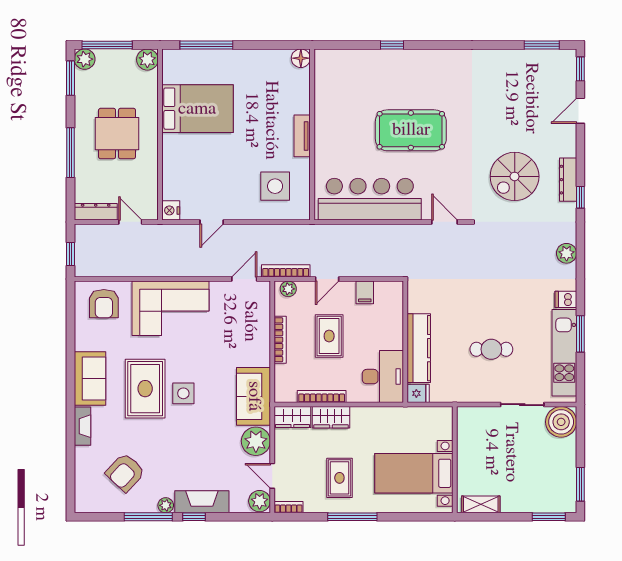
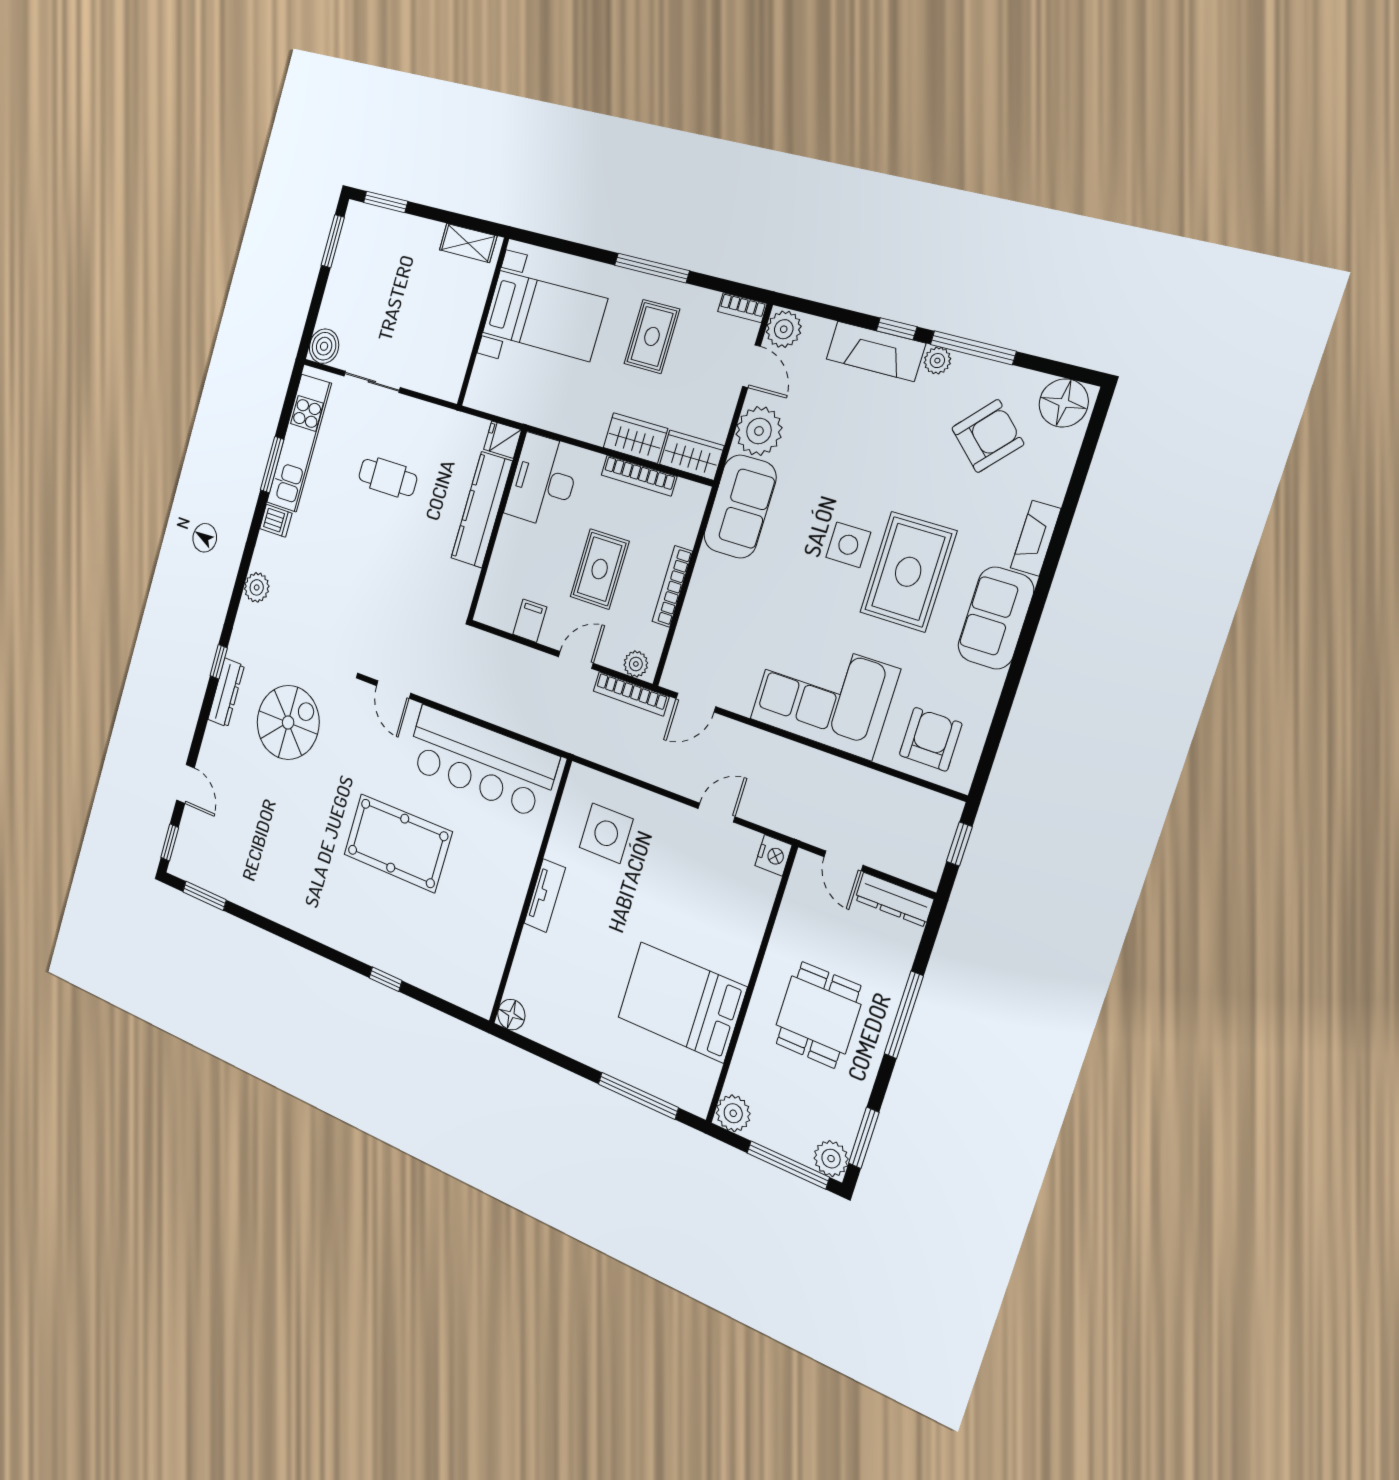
door: (580, 111) -> (186, 784), hinge flipped
boiler: (561, 422) -> (324, 346), width x0.73, depth x0.73
floor lamp: (91, 500) -> (1064, 403), added

